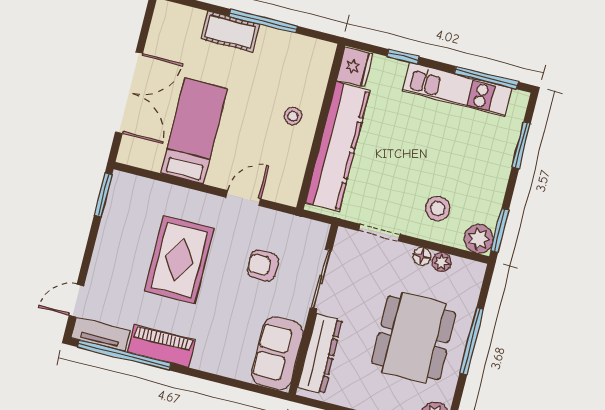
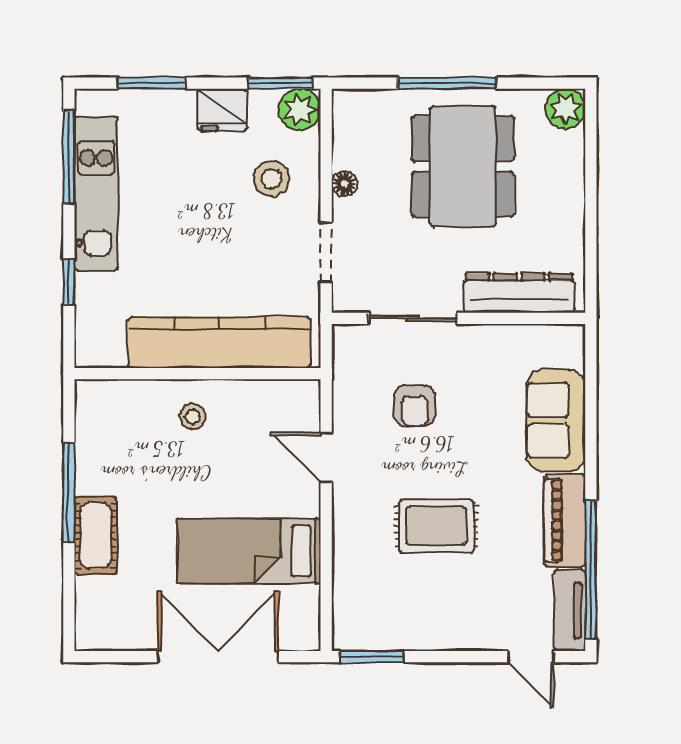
fridge: (355, 67) -> (222, 110), moved, turned 180
rug: (179, 260) -> (436, 526), width x0.73, depth x0.70
plant: (442, 262) -> (346, 154), removed
dining table: (414, 338) -> (463, 166), turned 90
sofa: (277, 353) -> (556, 420), moved, turned 90

